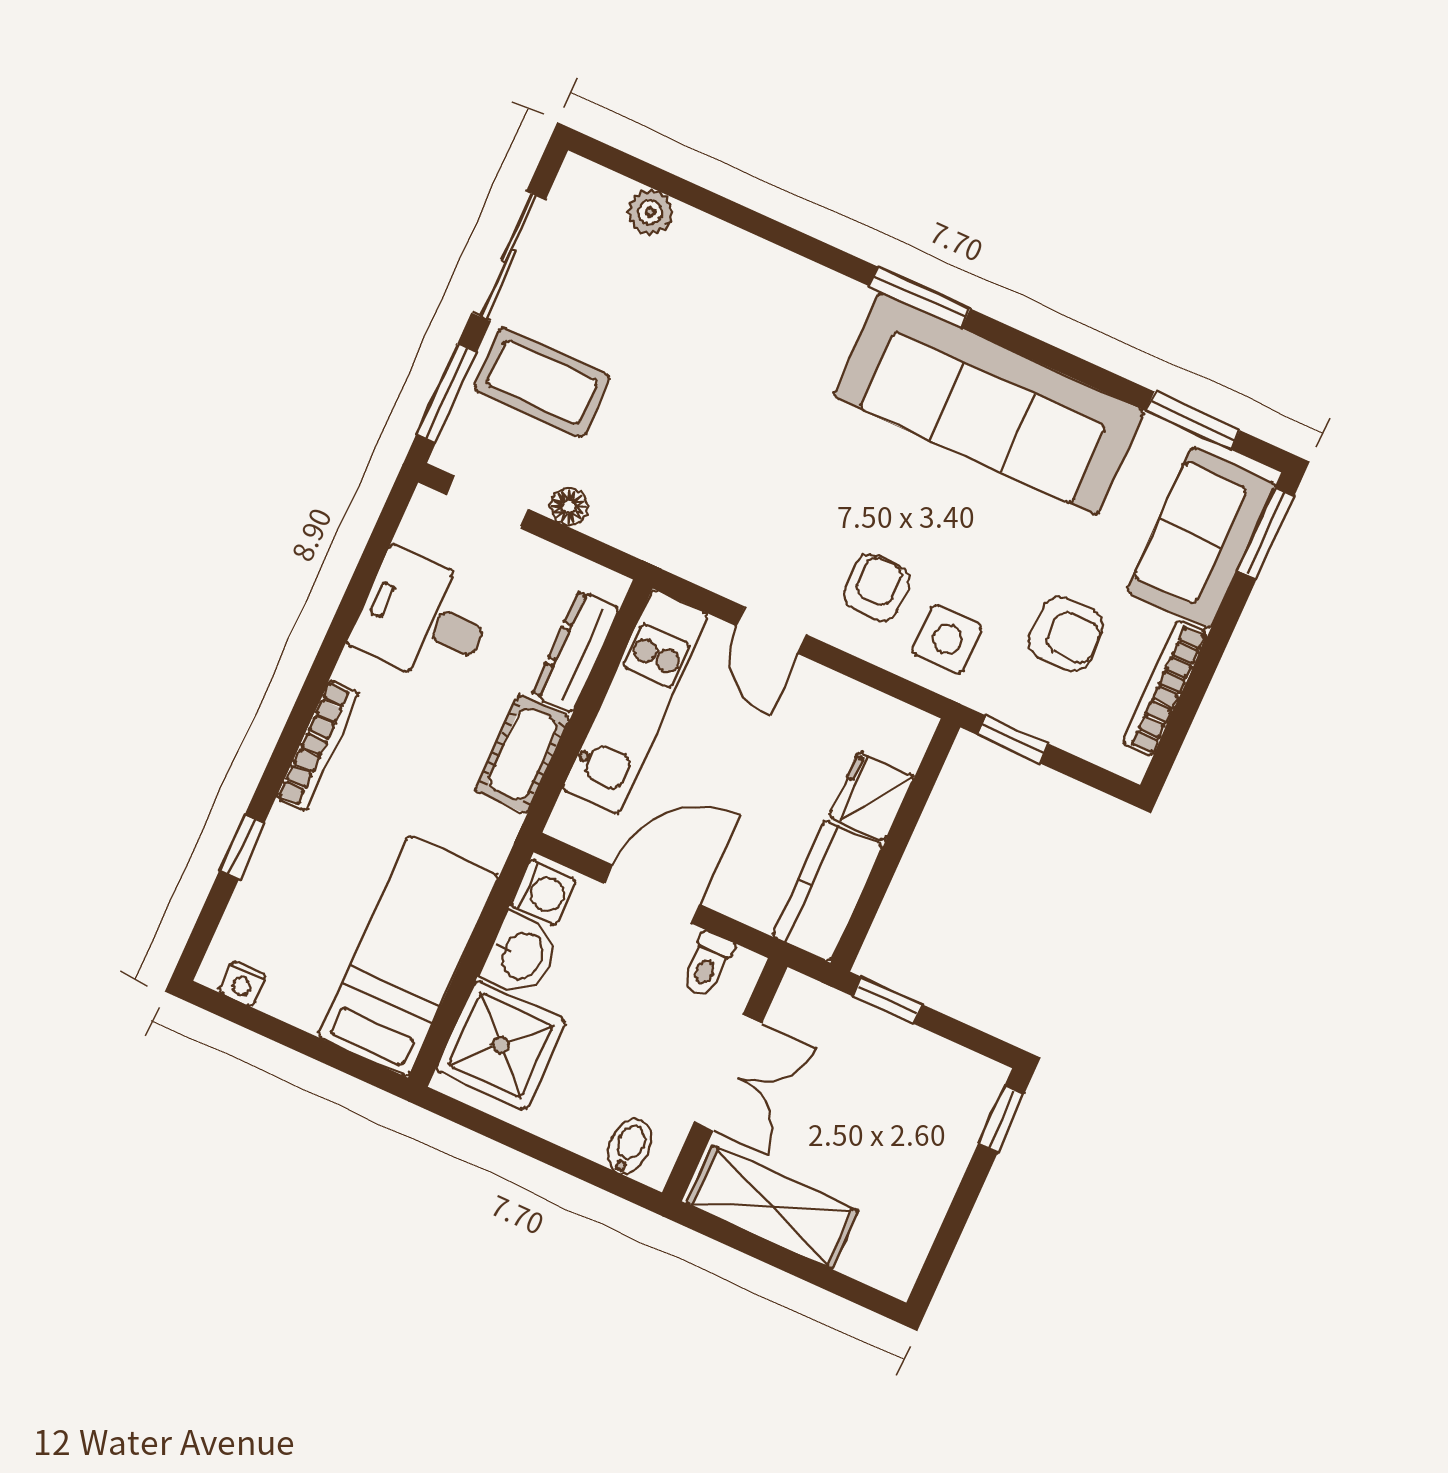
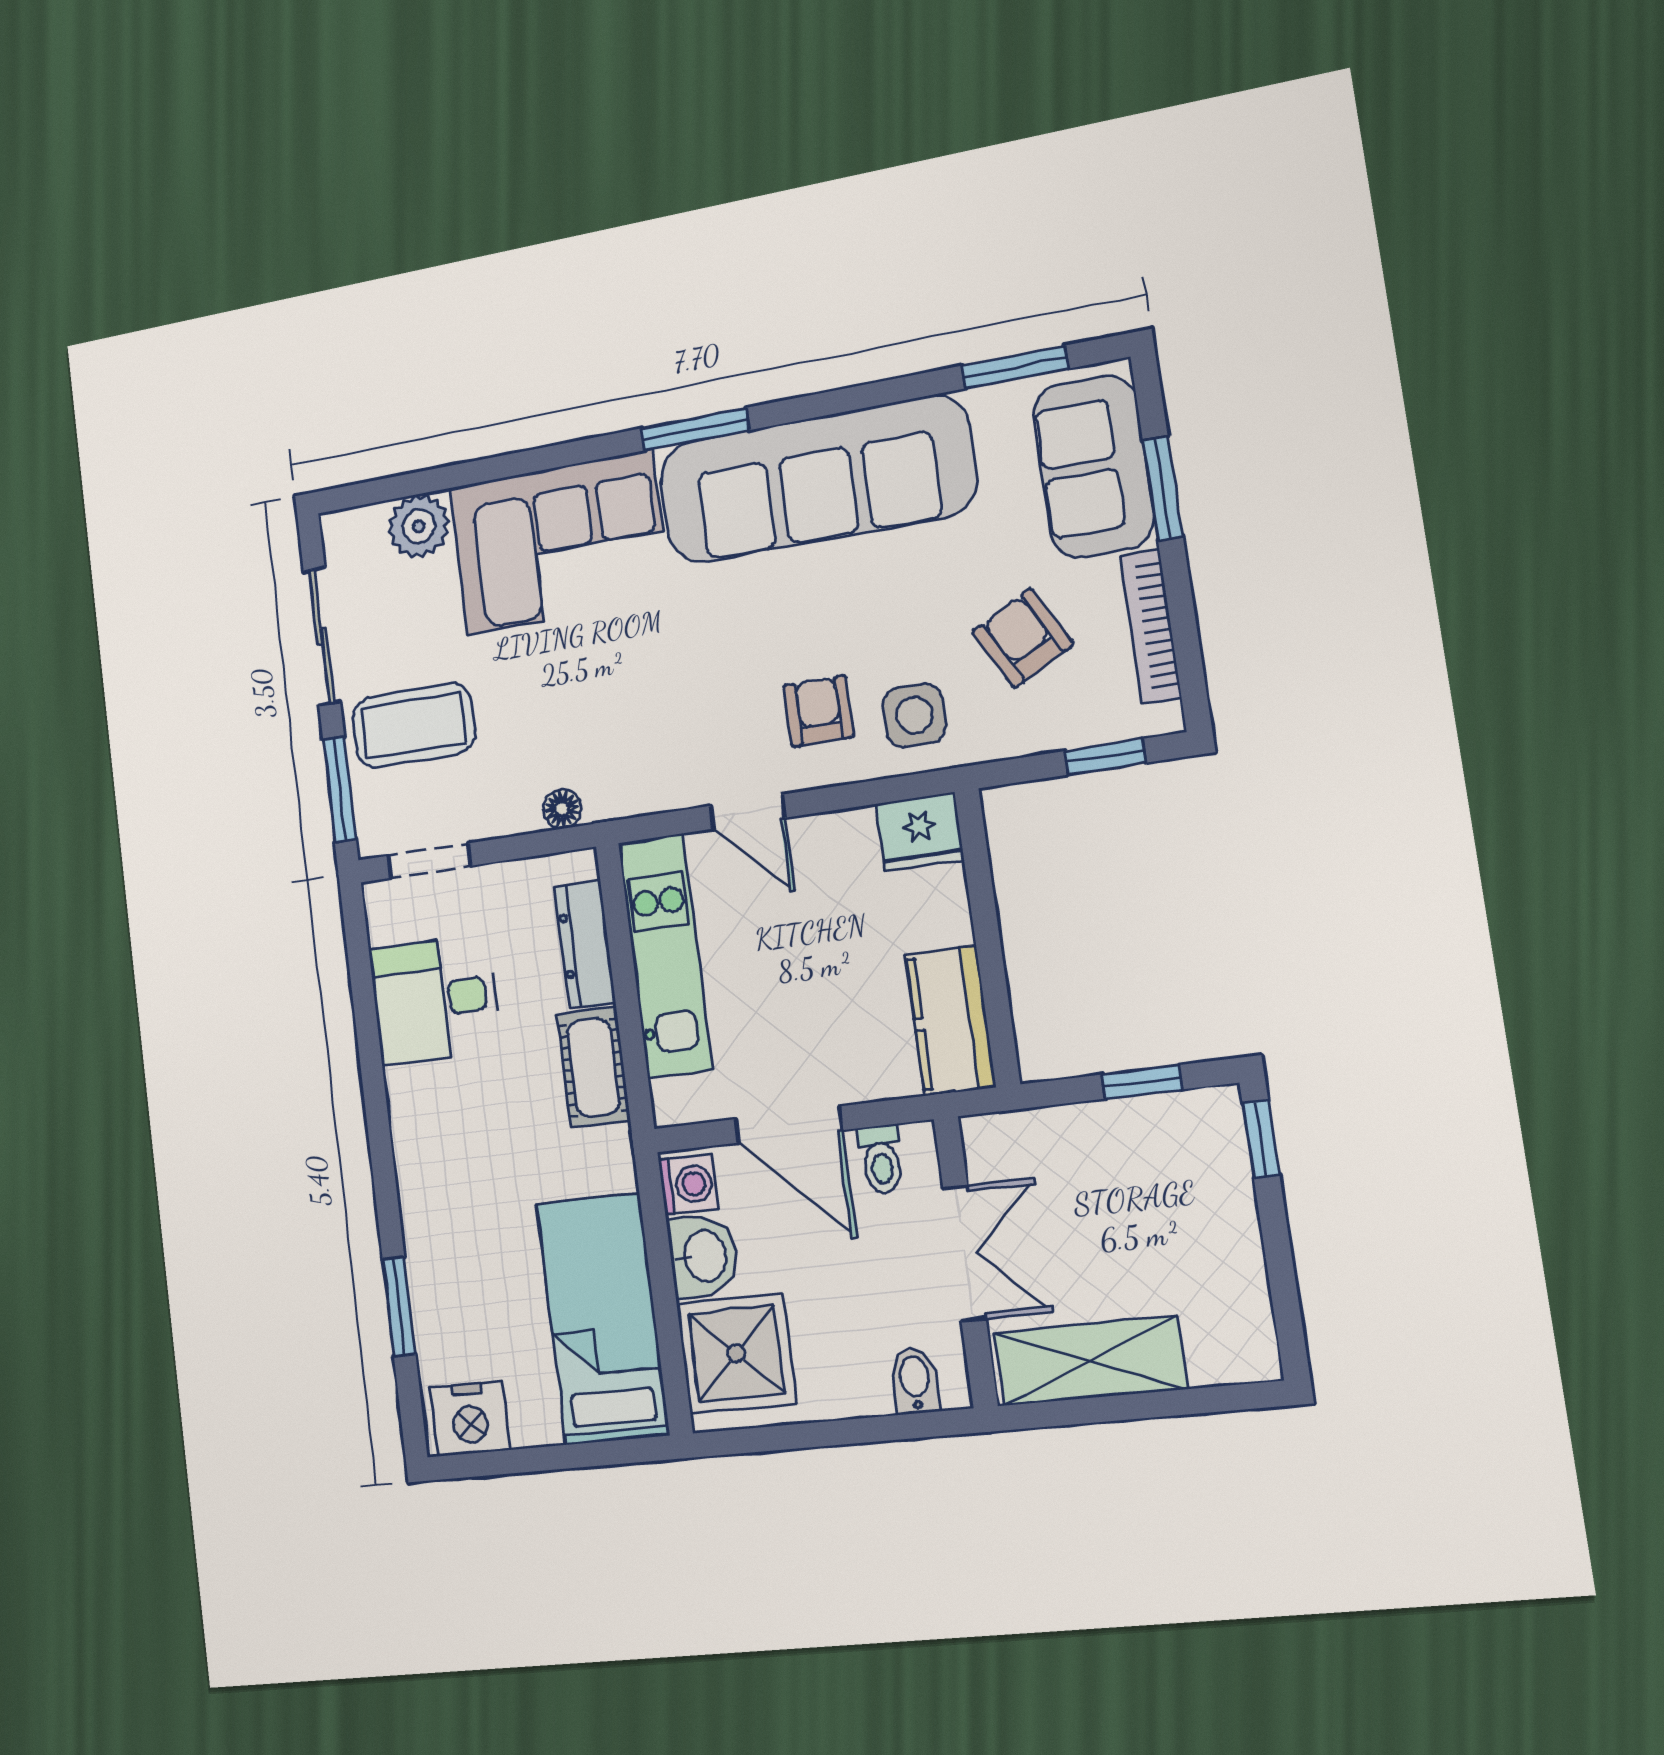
plant: (650, 212) -> (419, 526), width x1.38, depth x1.38
corner sofa: (754, 314) -> (559, 543), added
floor lamp: (569, 507) -> (562, 809), moved
window: (1266, 533) -> (1163, 488), moved
armchair: (1066, 634) -> (1023, 638), turned -118
window: (1013, 739) -> (1105, 757), moved
bookcase: (318, 746) -> (411, 1173), removed
fridge: (872, 796) -> (920, 832), moved, turned -90
window: (242, 847) -> (399, 1307), width x1.50
door: (652, 894) -> (789, 1125), swing flipped
nightstand: (243, 984) -> (470, 1419), width x1.89, depth x1.79
window: (888, 1000) -> (1142, 1082), moved

